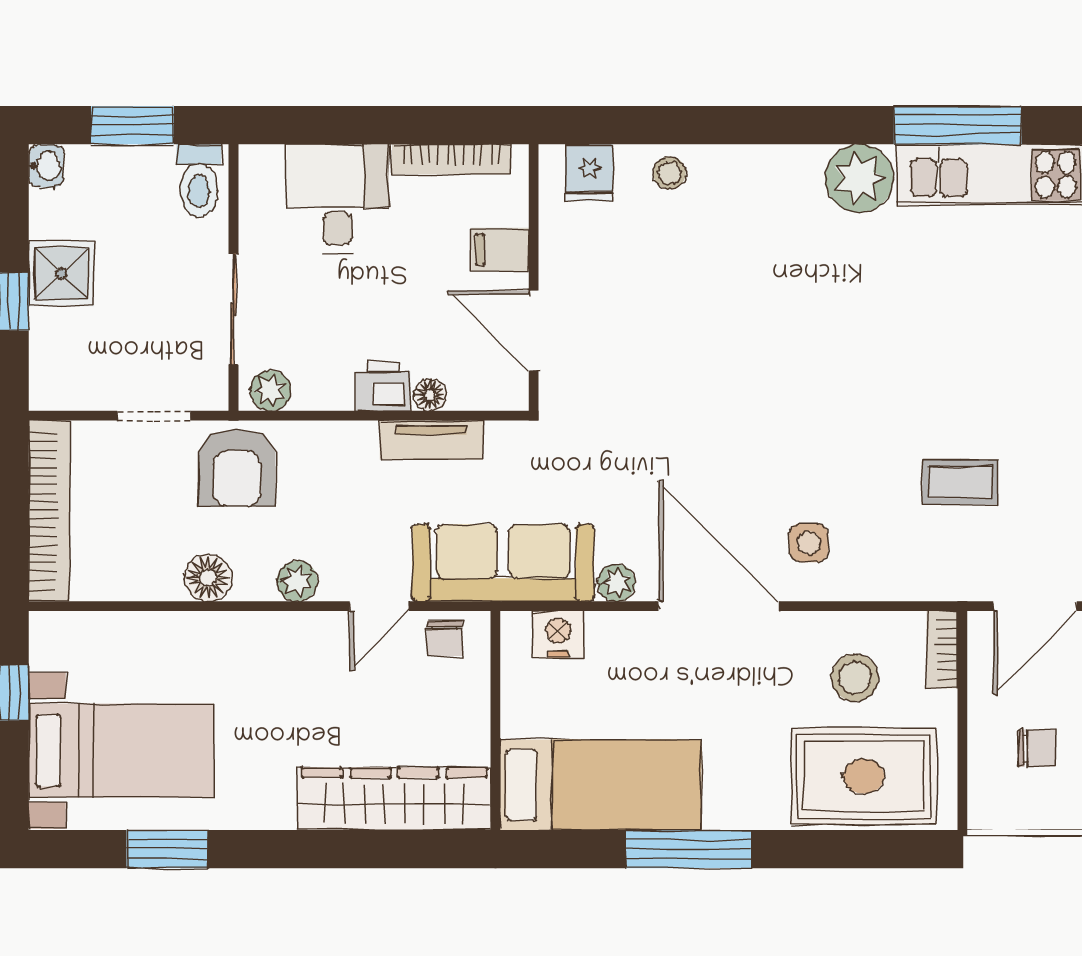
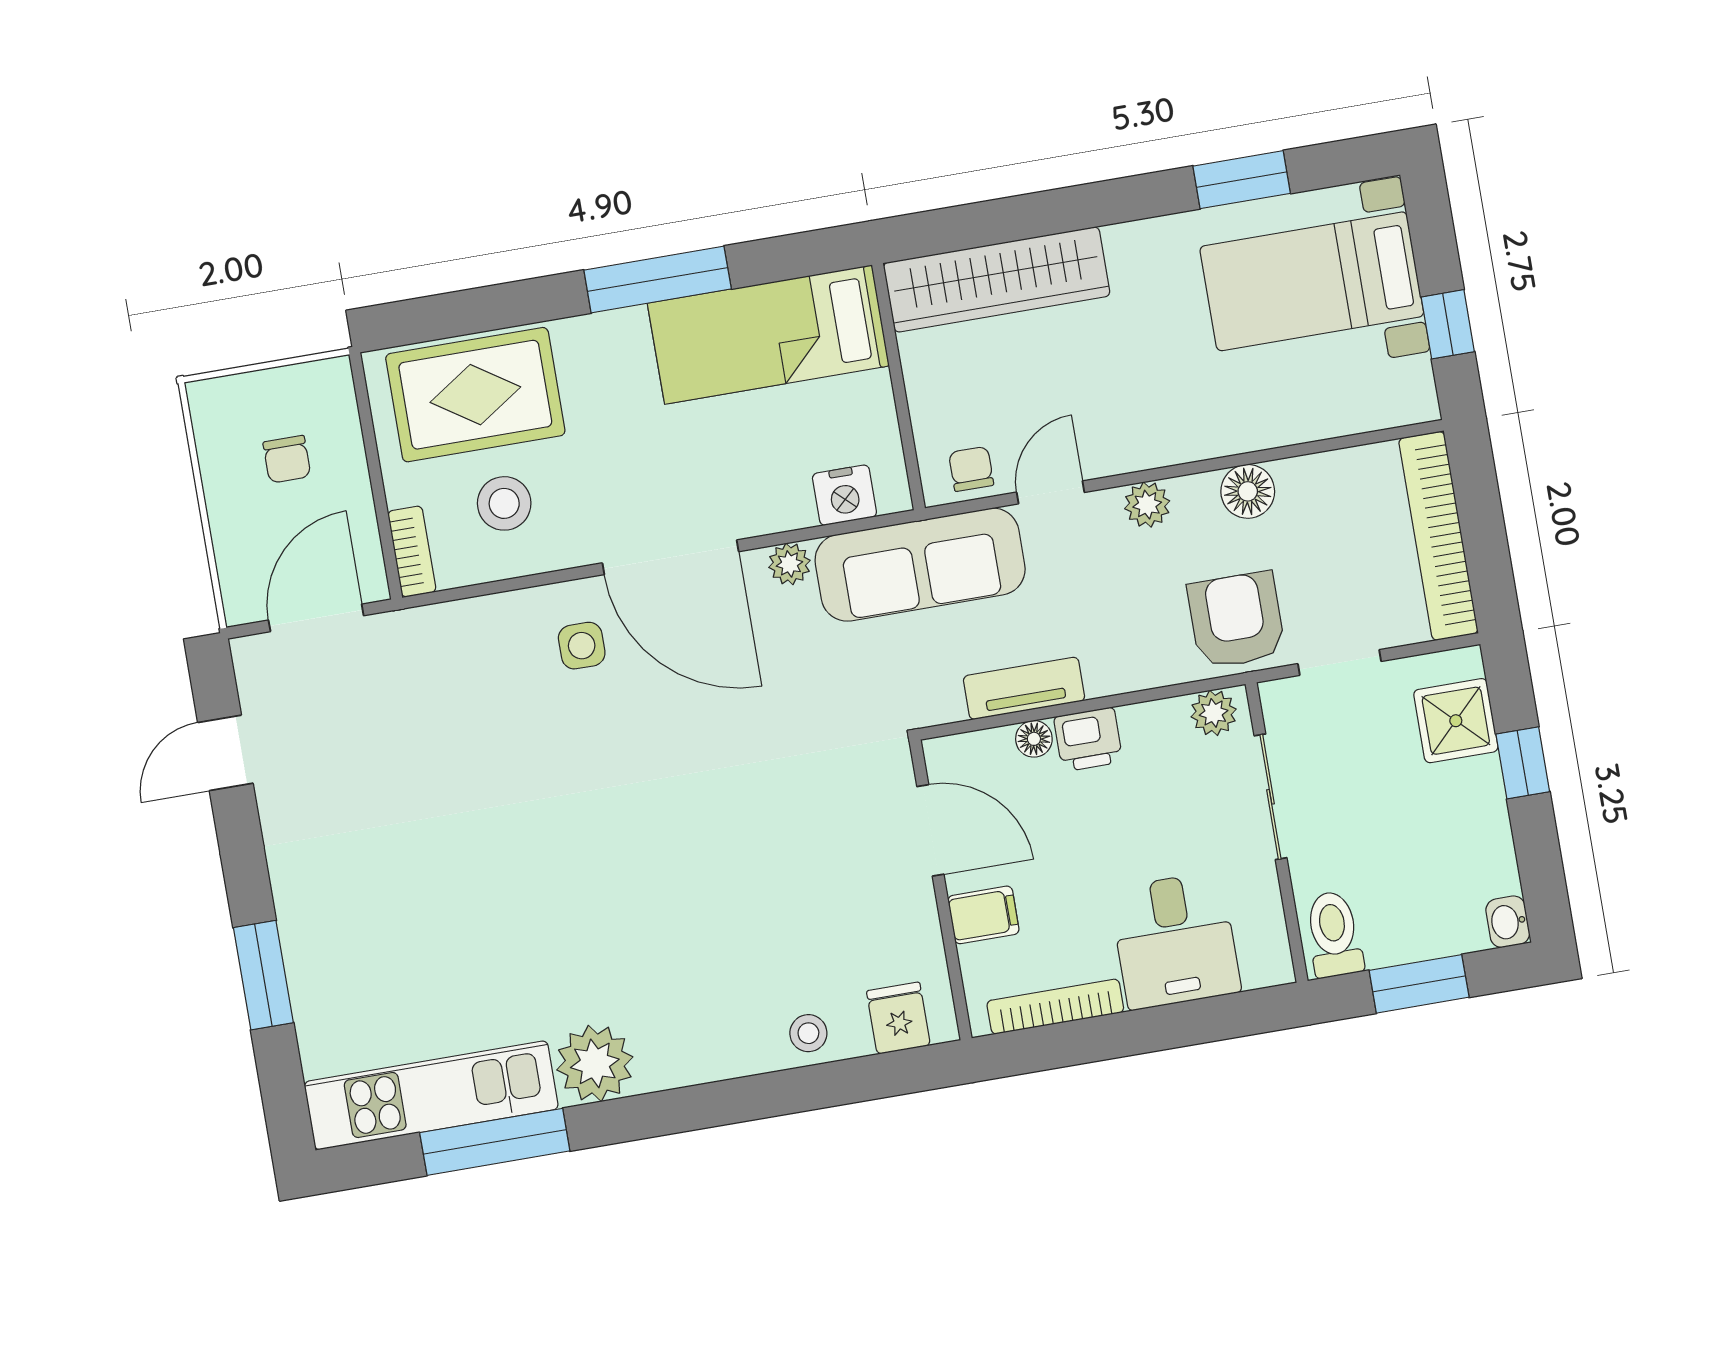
shower: (61, 274) -> (1456, 721), moved
coffee table: (960, 482) -> (424, 743), removed
chair: (1037, 748) -> (287, 459), turned -90

